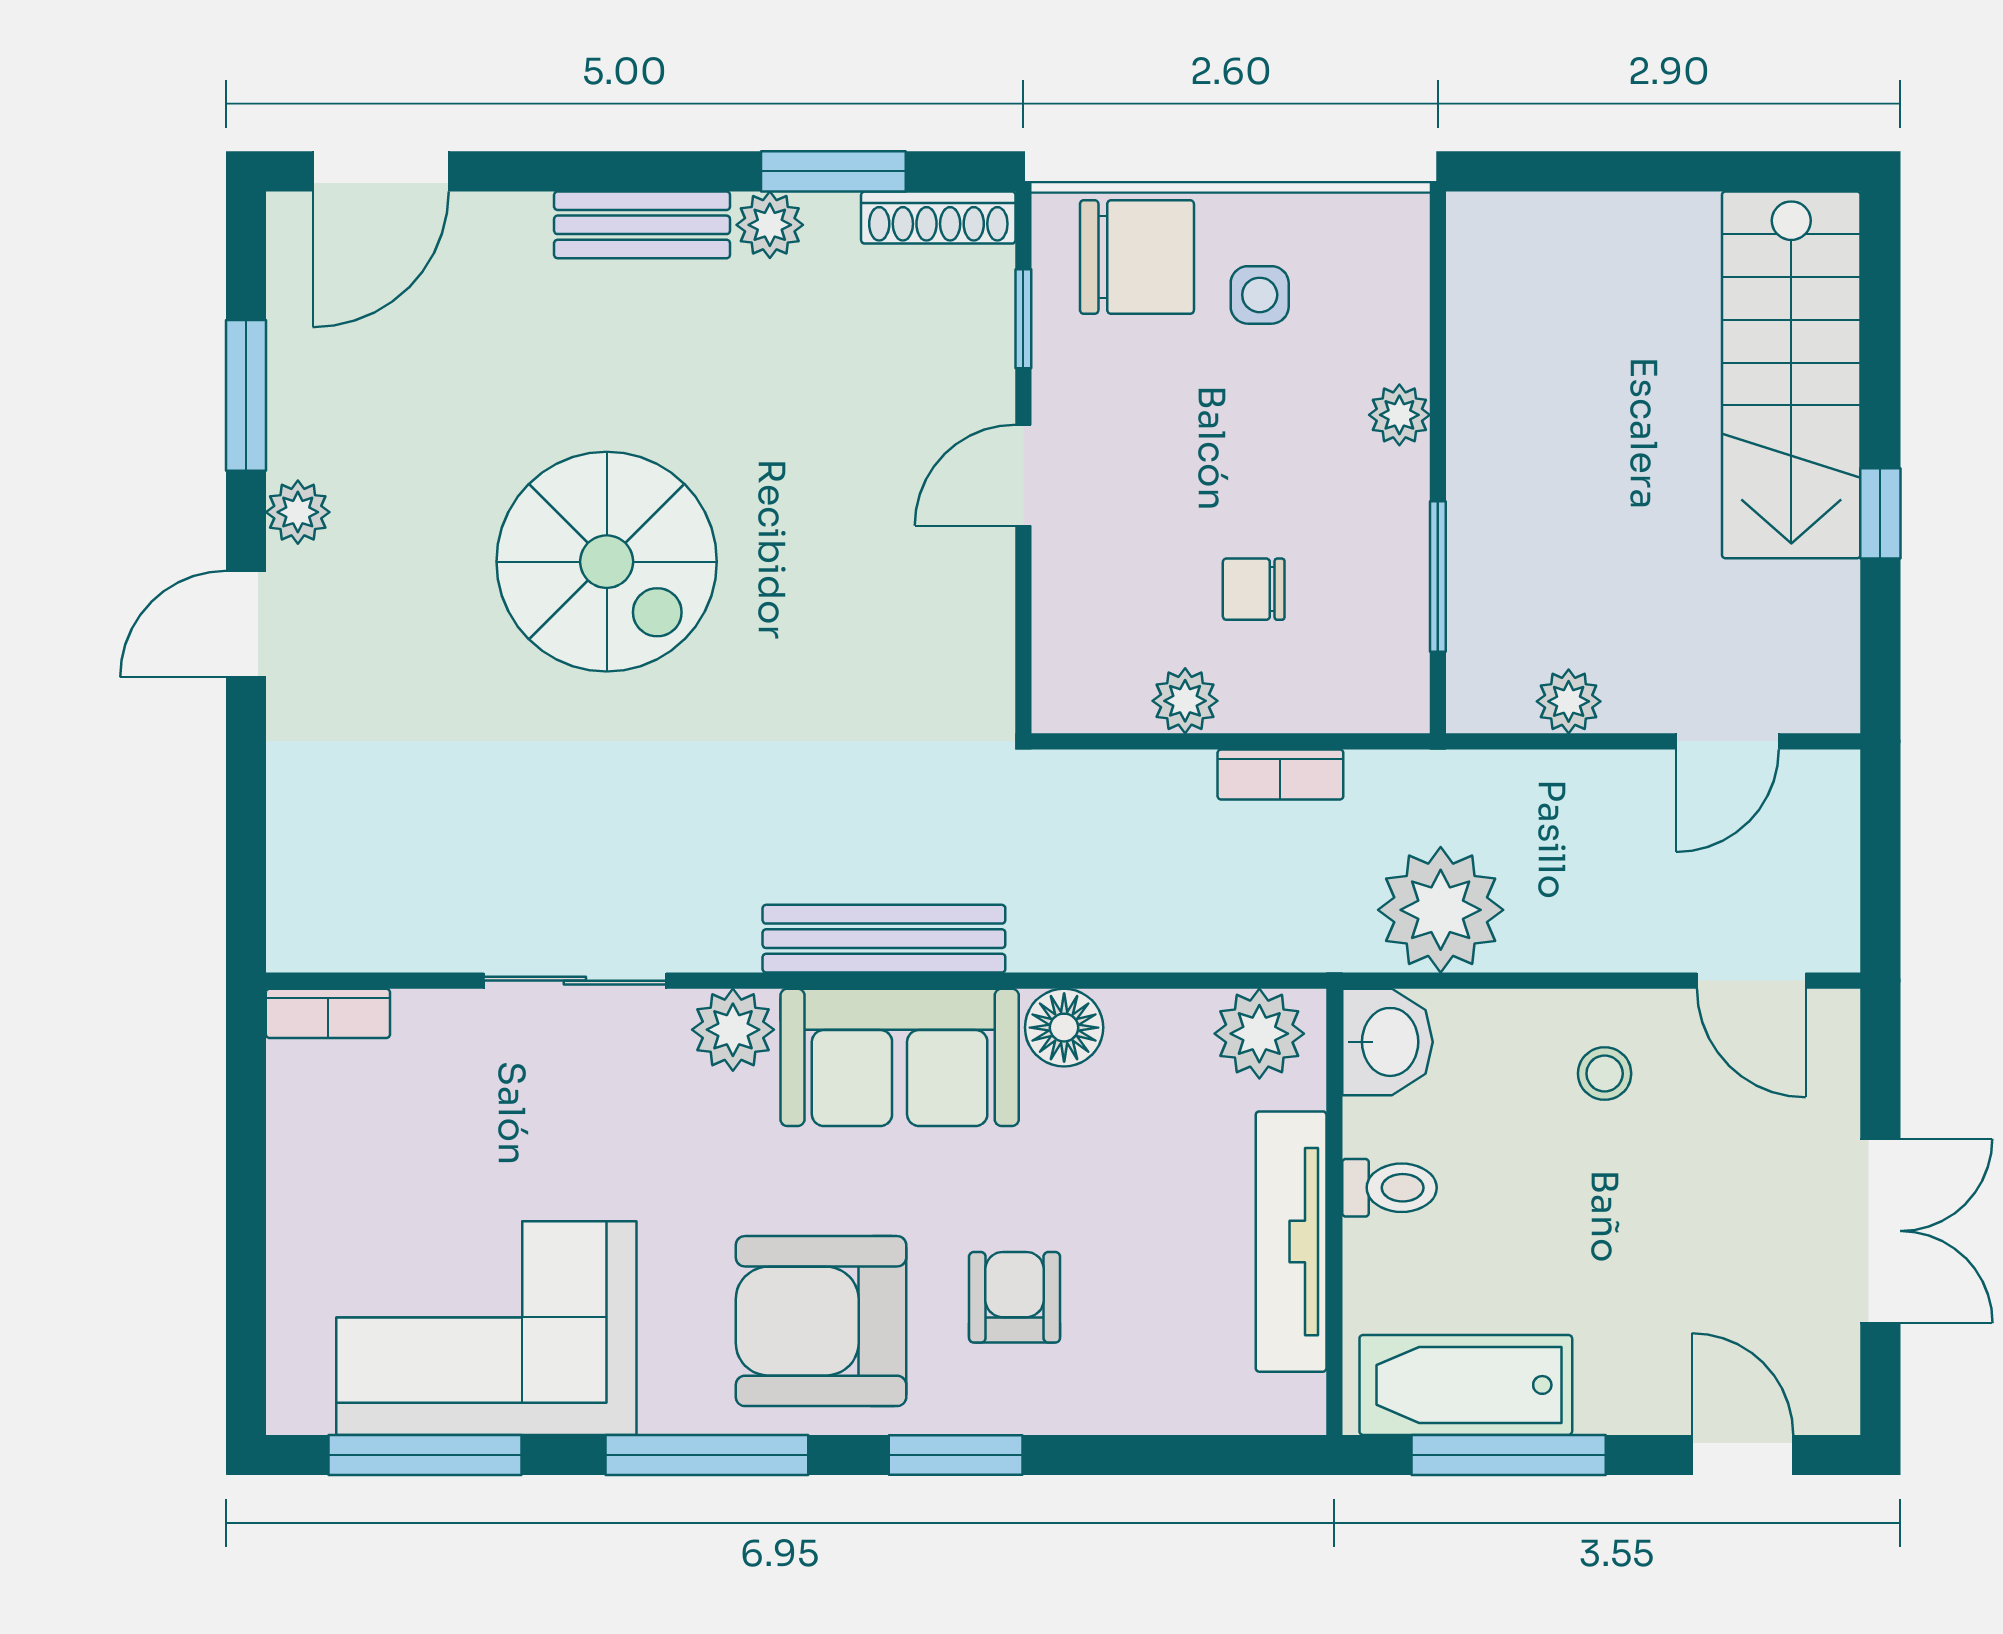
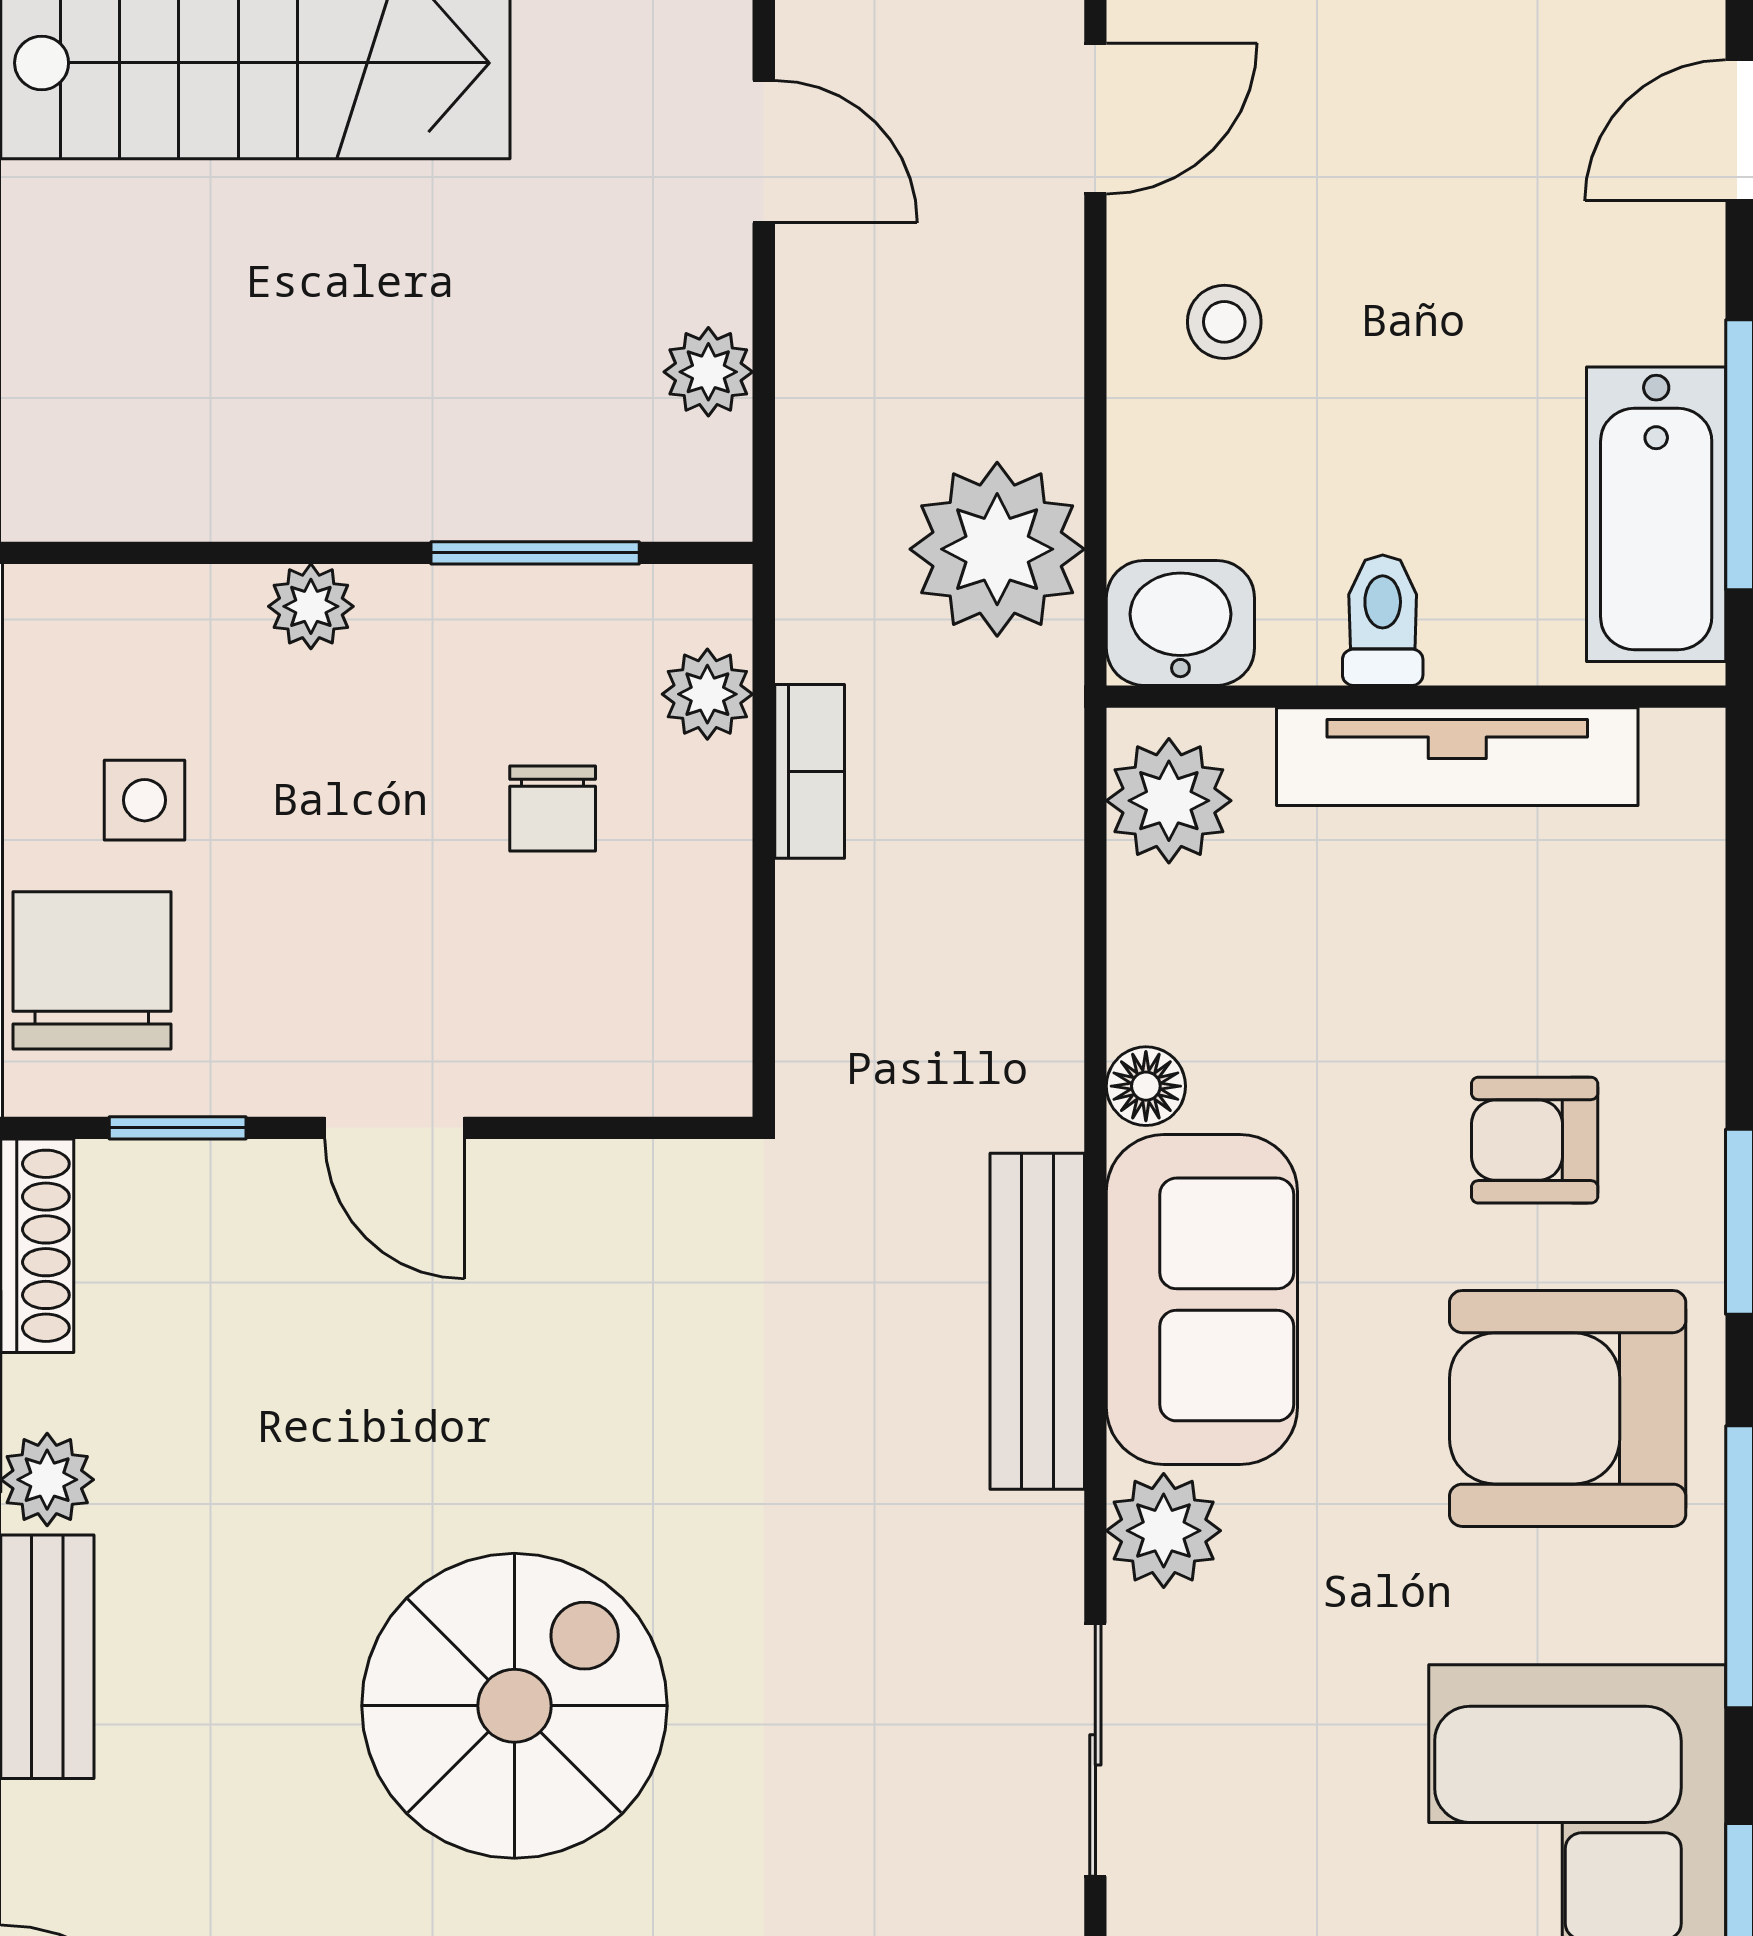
plant: (1185, 701) -> (707, 694), moved
floor lamp: (1064, 1028) -> (1146, 1086), width x0.73, depth x0.73
armchair: (821, 1321) -> (1568, 1408), turned 90

